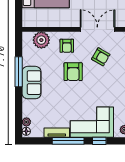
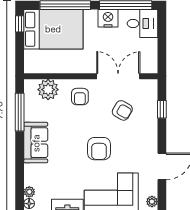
window: (19, 72) -> (20, 112), moved
armchair: (73, 72) -> (99, 149), moved

